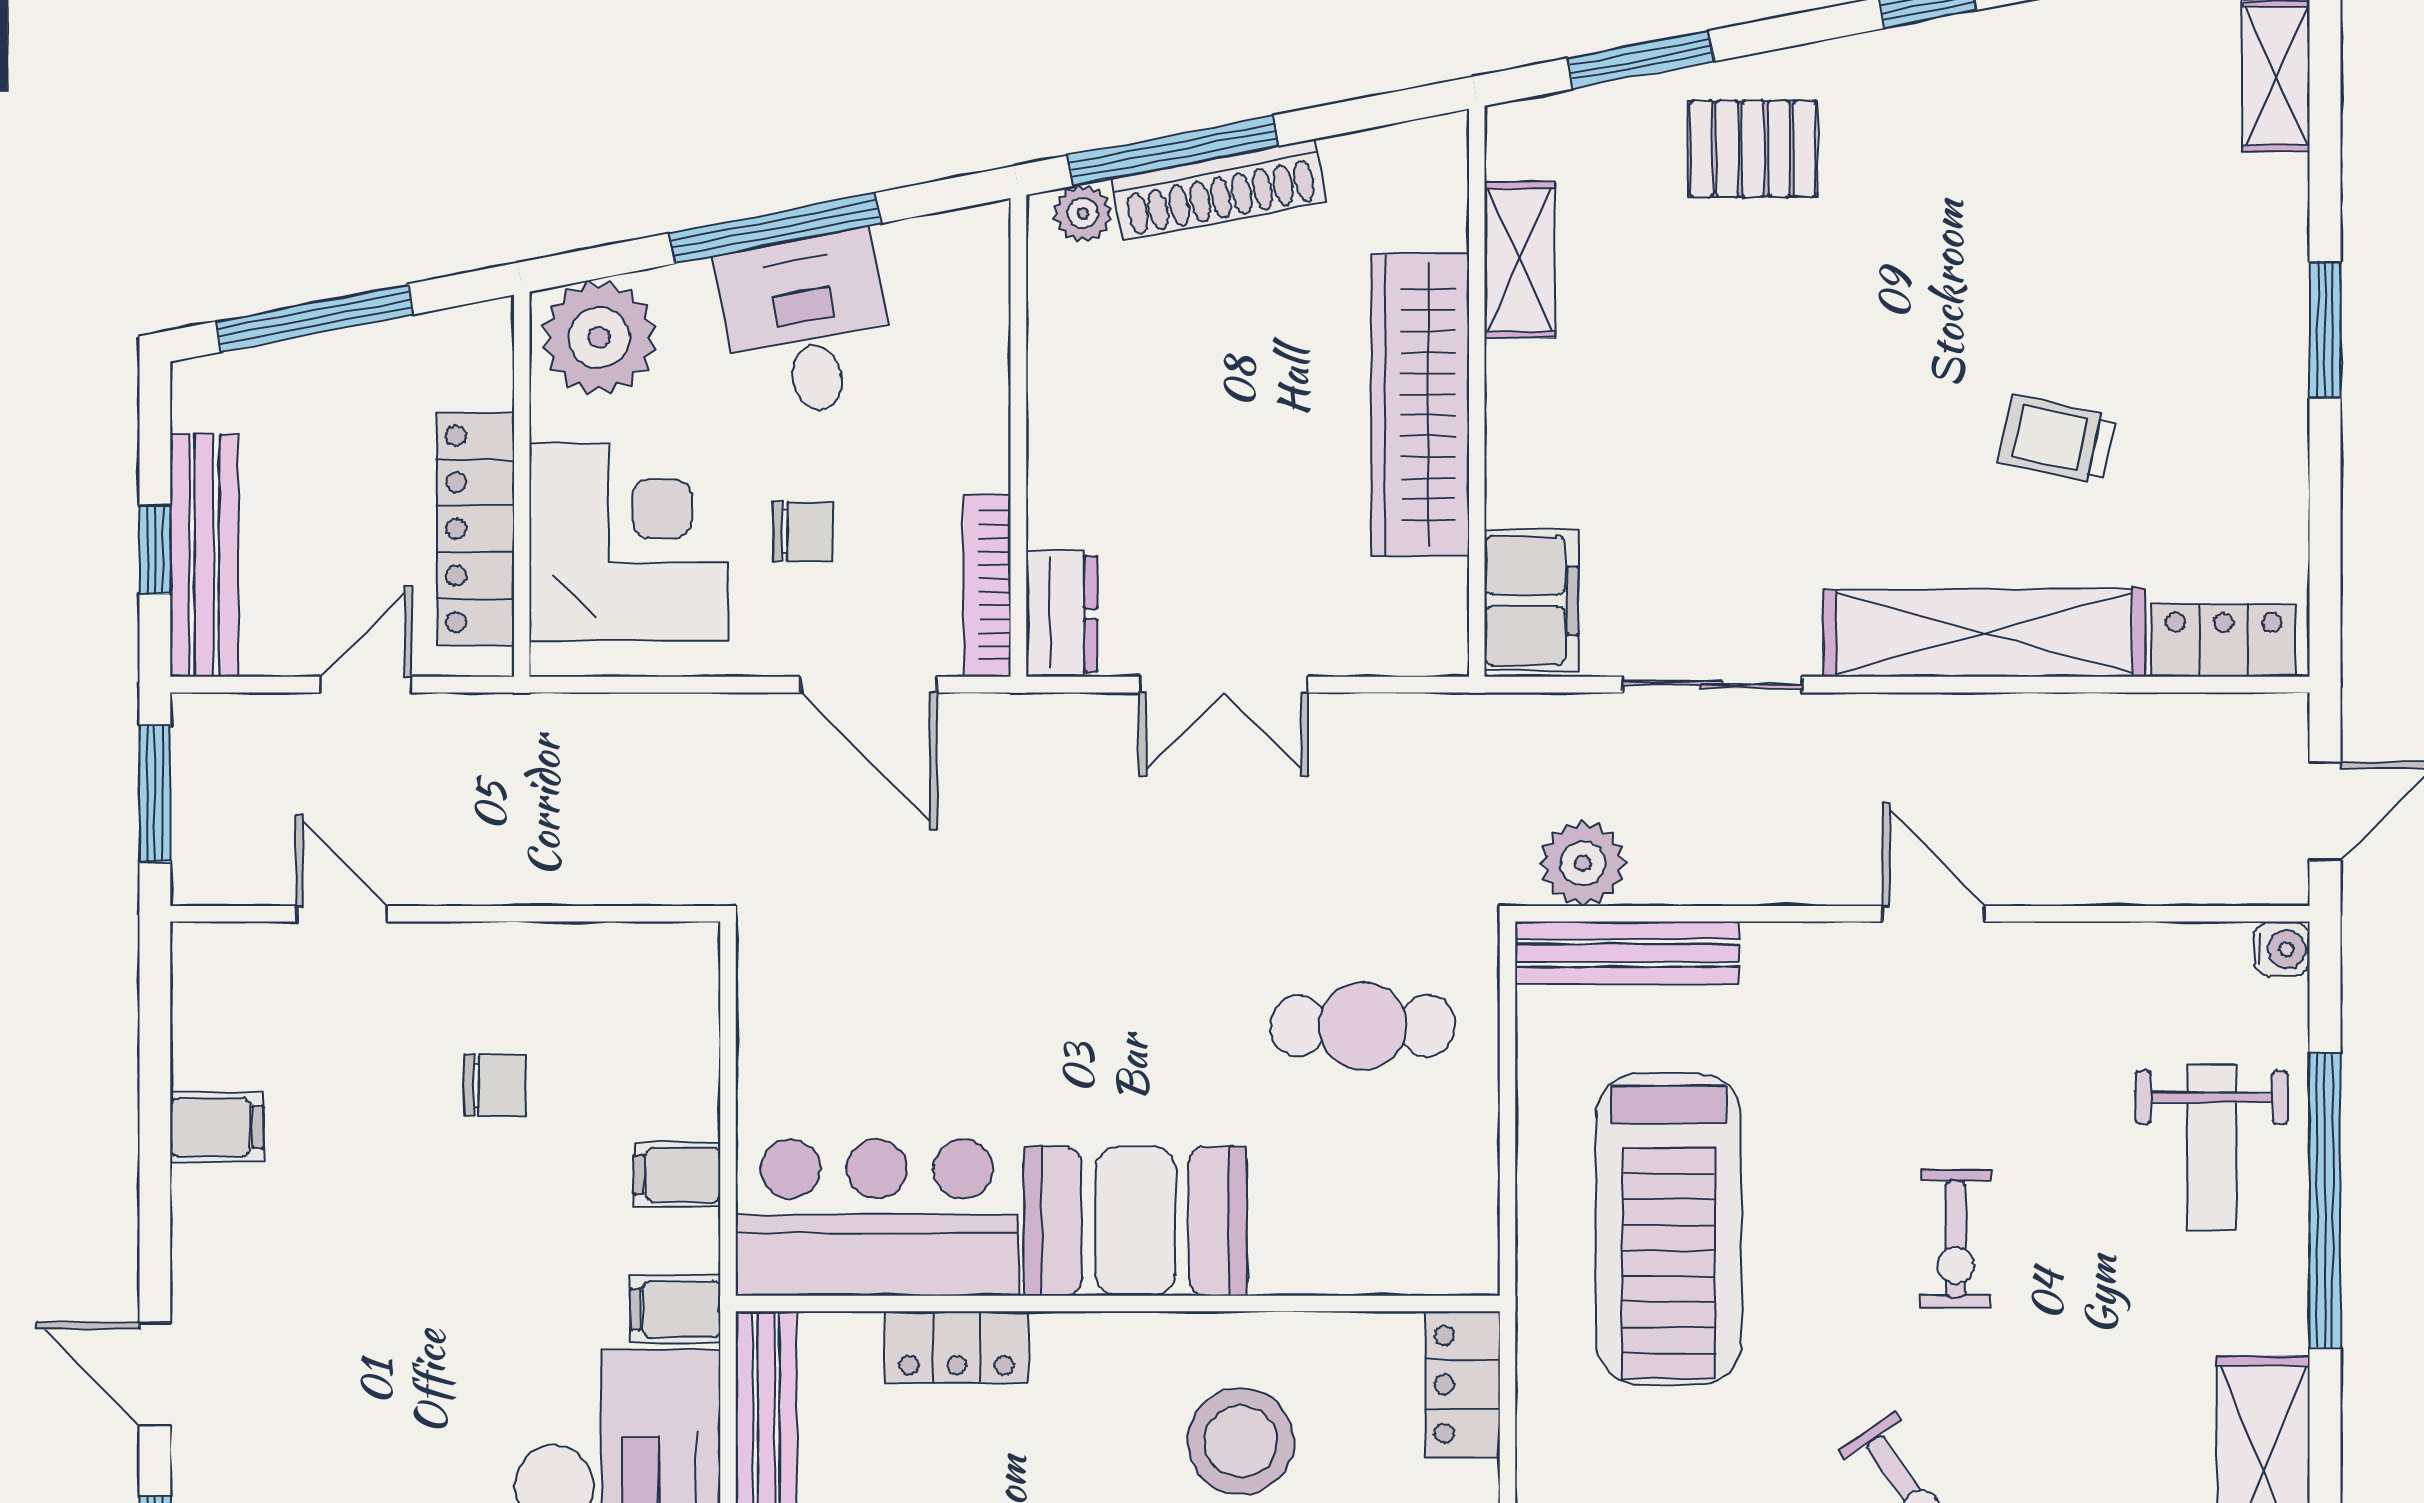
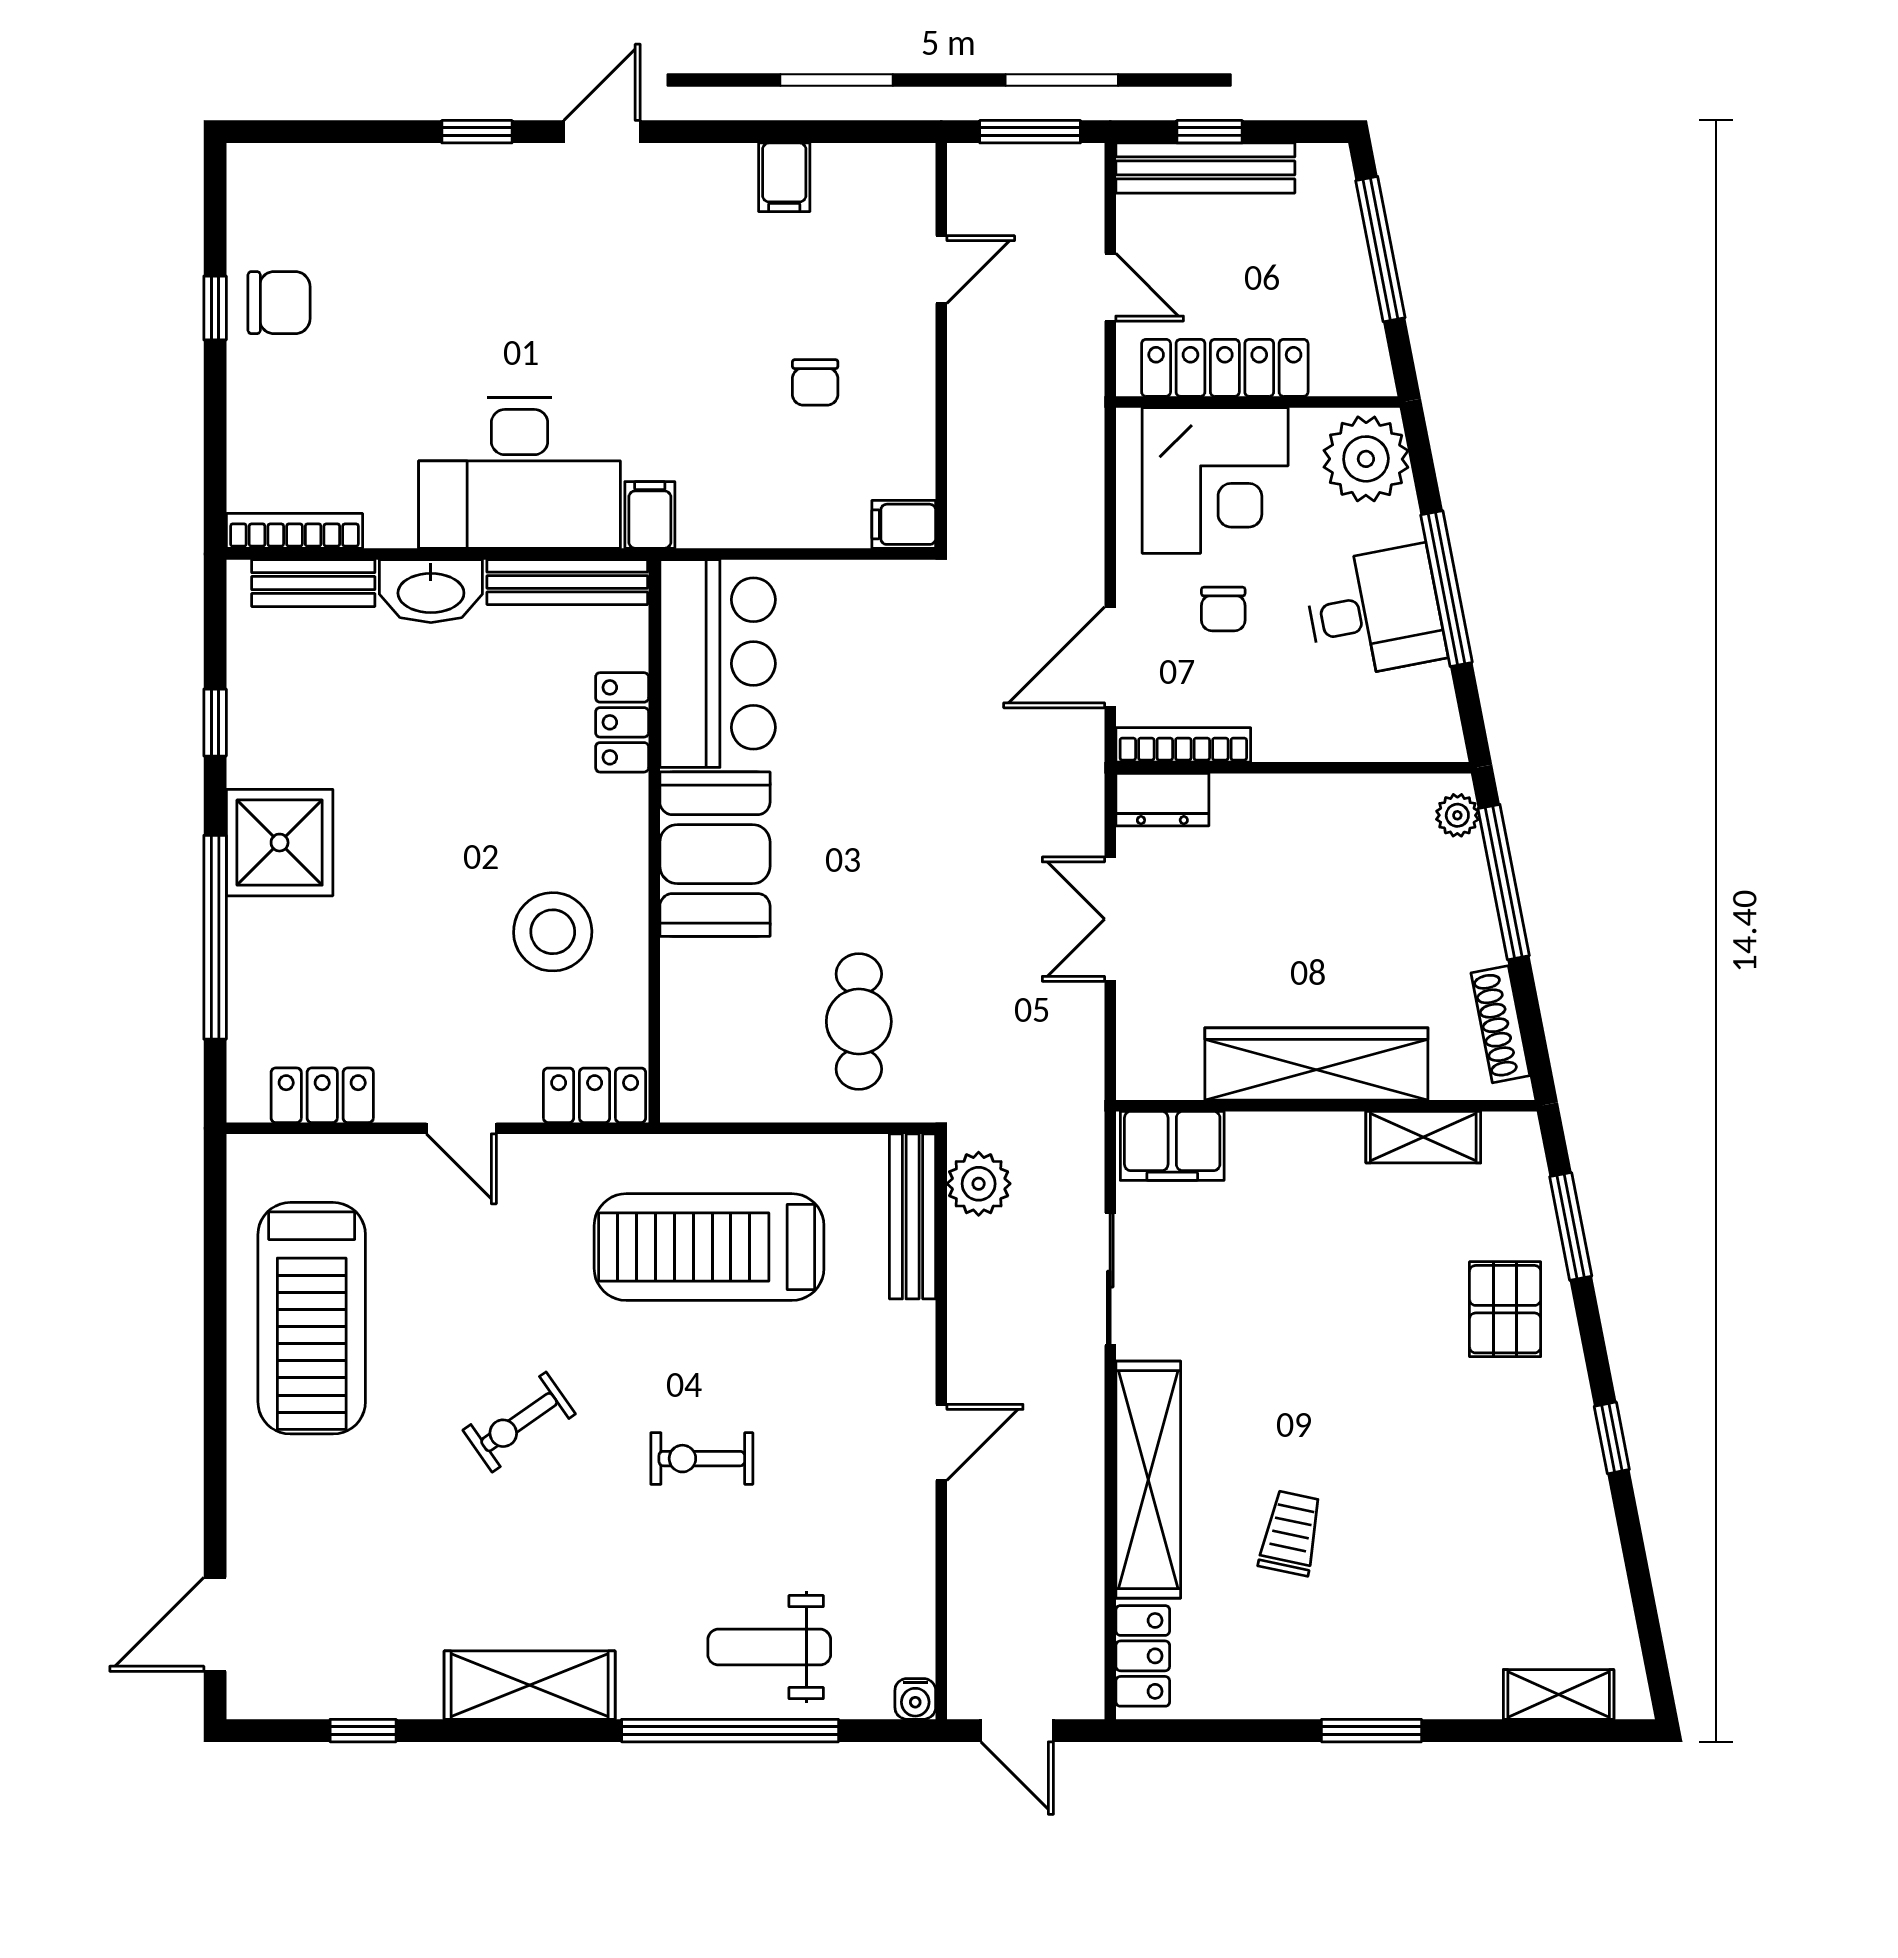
shoe rack: (1219, 190) -> (1500, 1024), moved, width x0.74, depth x0.81
filing cabinet: (677, 1175) -> (904, 524), moved, turned -90

